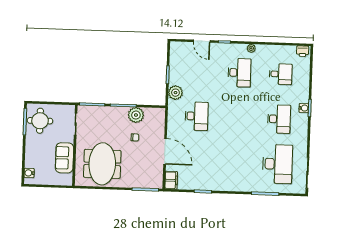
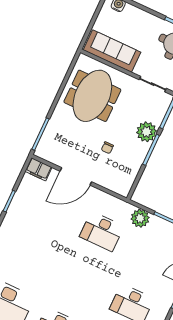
plant: (136, 115) -> (147, 132), moved
sofa: (64, 158) -> (112, 51), width x1.36
meeting table: (102, 164) -> (92, 96), turned 90

